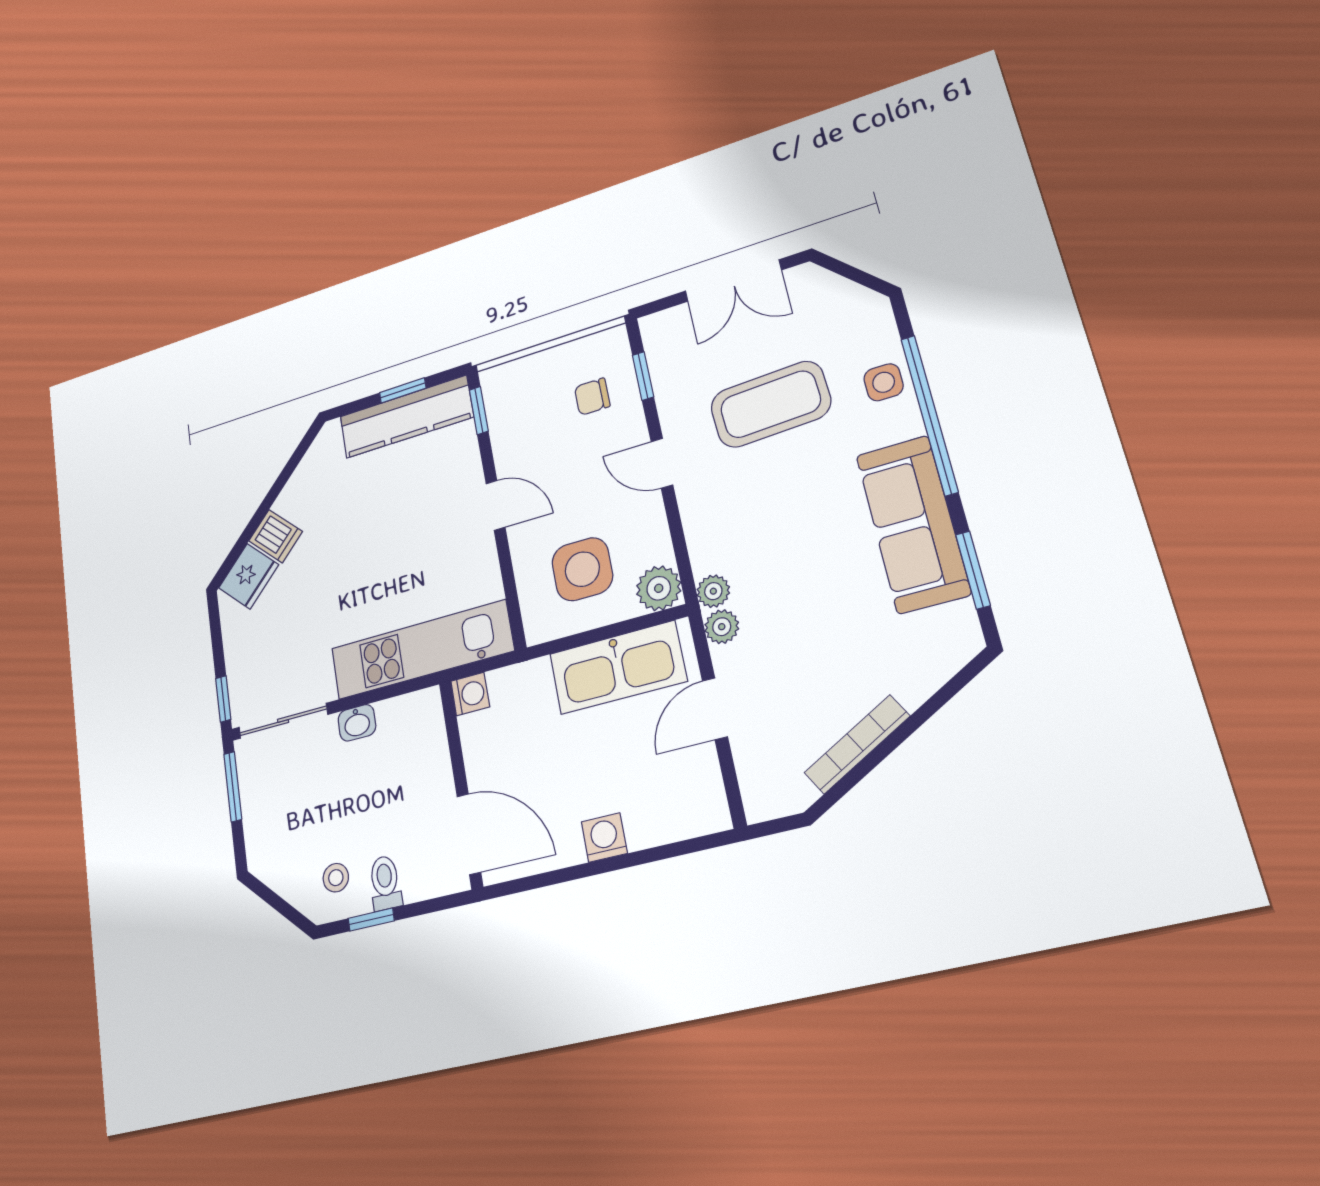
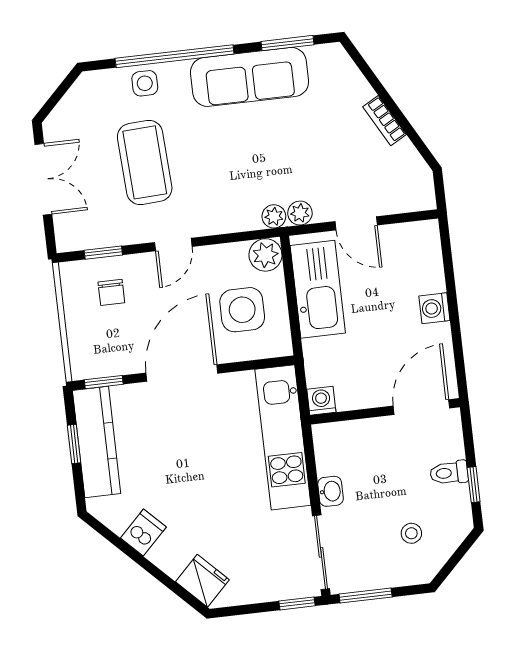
door: (496, 505) -> (182, 373), width x1.87
dishwasher: (276, 536) -> (143, 533), moved
bookcase: (857, 744) -> (385, 121), width x0.64
stool: (336, 878) -> (411, 533), moved

